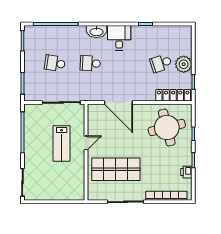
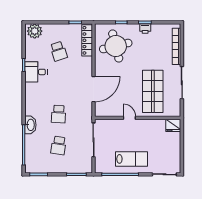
washbasin: (97, 32) -> (30, 125), moved
desk: (119, 38) -> (36, 72), moved
plant: (184, 64) -> (35, 31), moved
lab bench: (62, 143) -> (132, 159), moved
printer: (186, 172) -> (145, 29), moved
fridge: (78, 192) -> (173, 125), added

